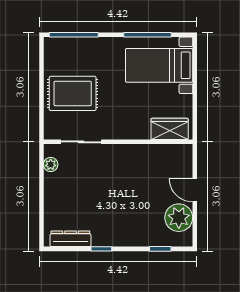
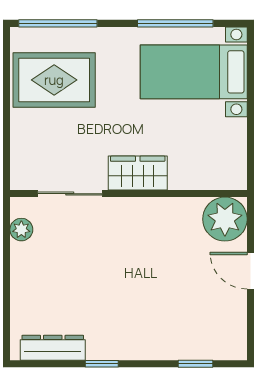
rug: (73, 93) -> (54, 80), moved
wardrobe: (170, 129) -> (138, 173), moved
plant: (179, 218) -> (225, 219), moved

